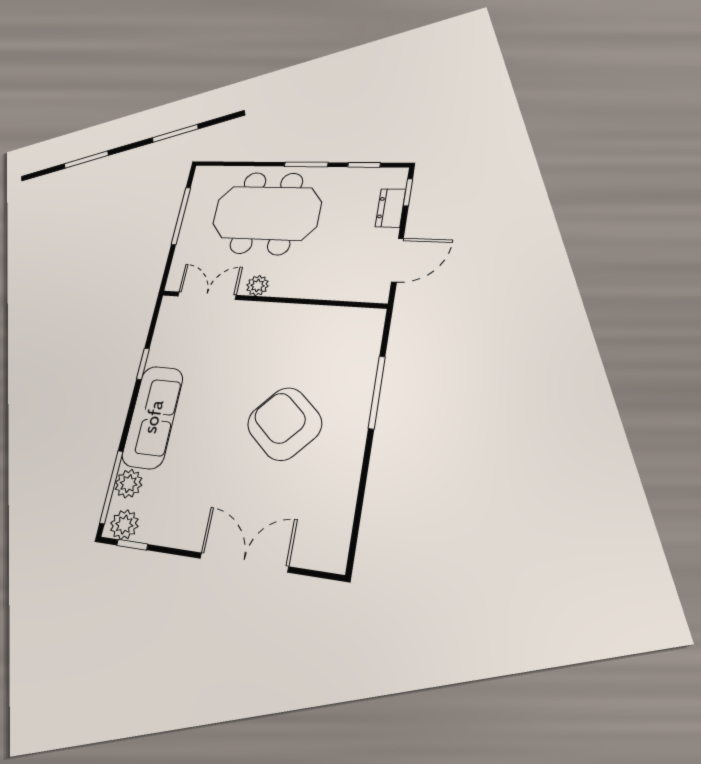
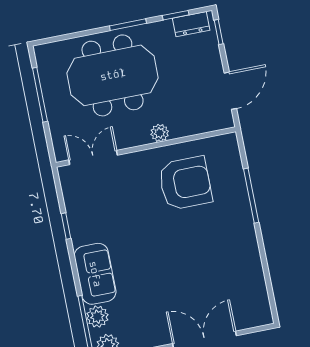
dresser: (390, 208) -> (191, 24), moved, turned -90
plant: (258, 286) -> (160, 133), moved
sofa: (153, 417) -> (95, 274), width x0.73
armchair: (285, 424) -> (185, 183), moved, turned 138

